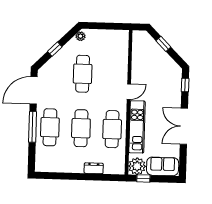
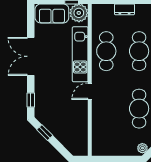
window: (163, 44) -> (45, 133), moved
double door: (184, 126) -> (31, 56), swing flipped

